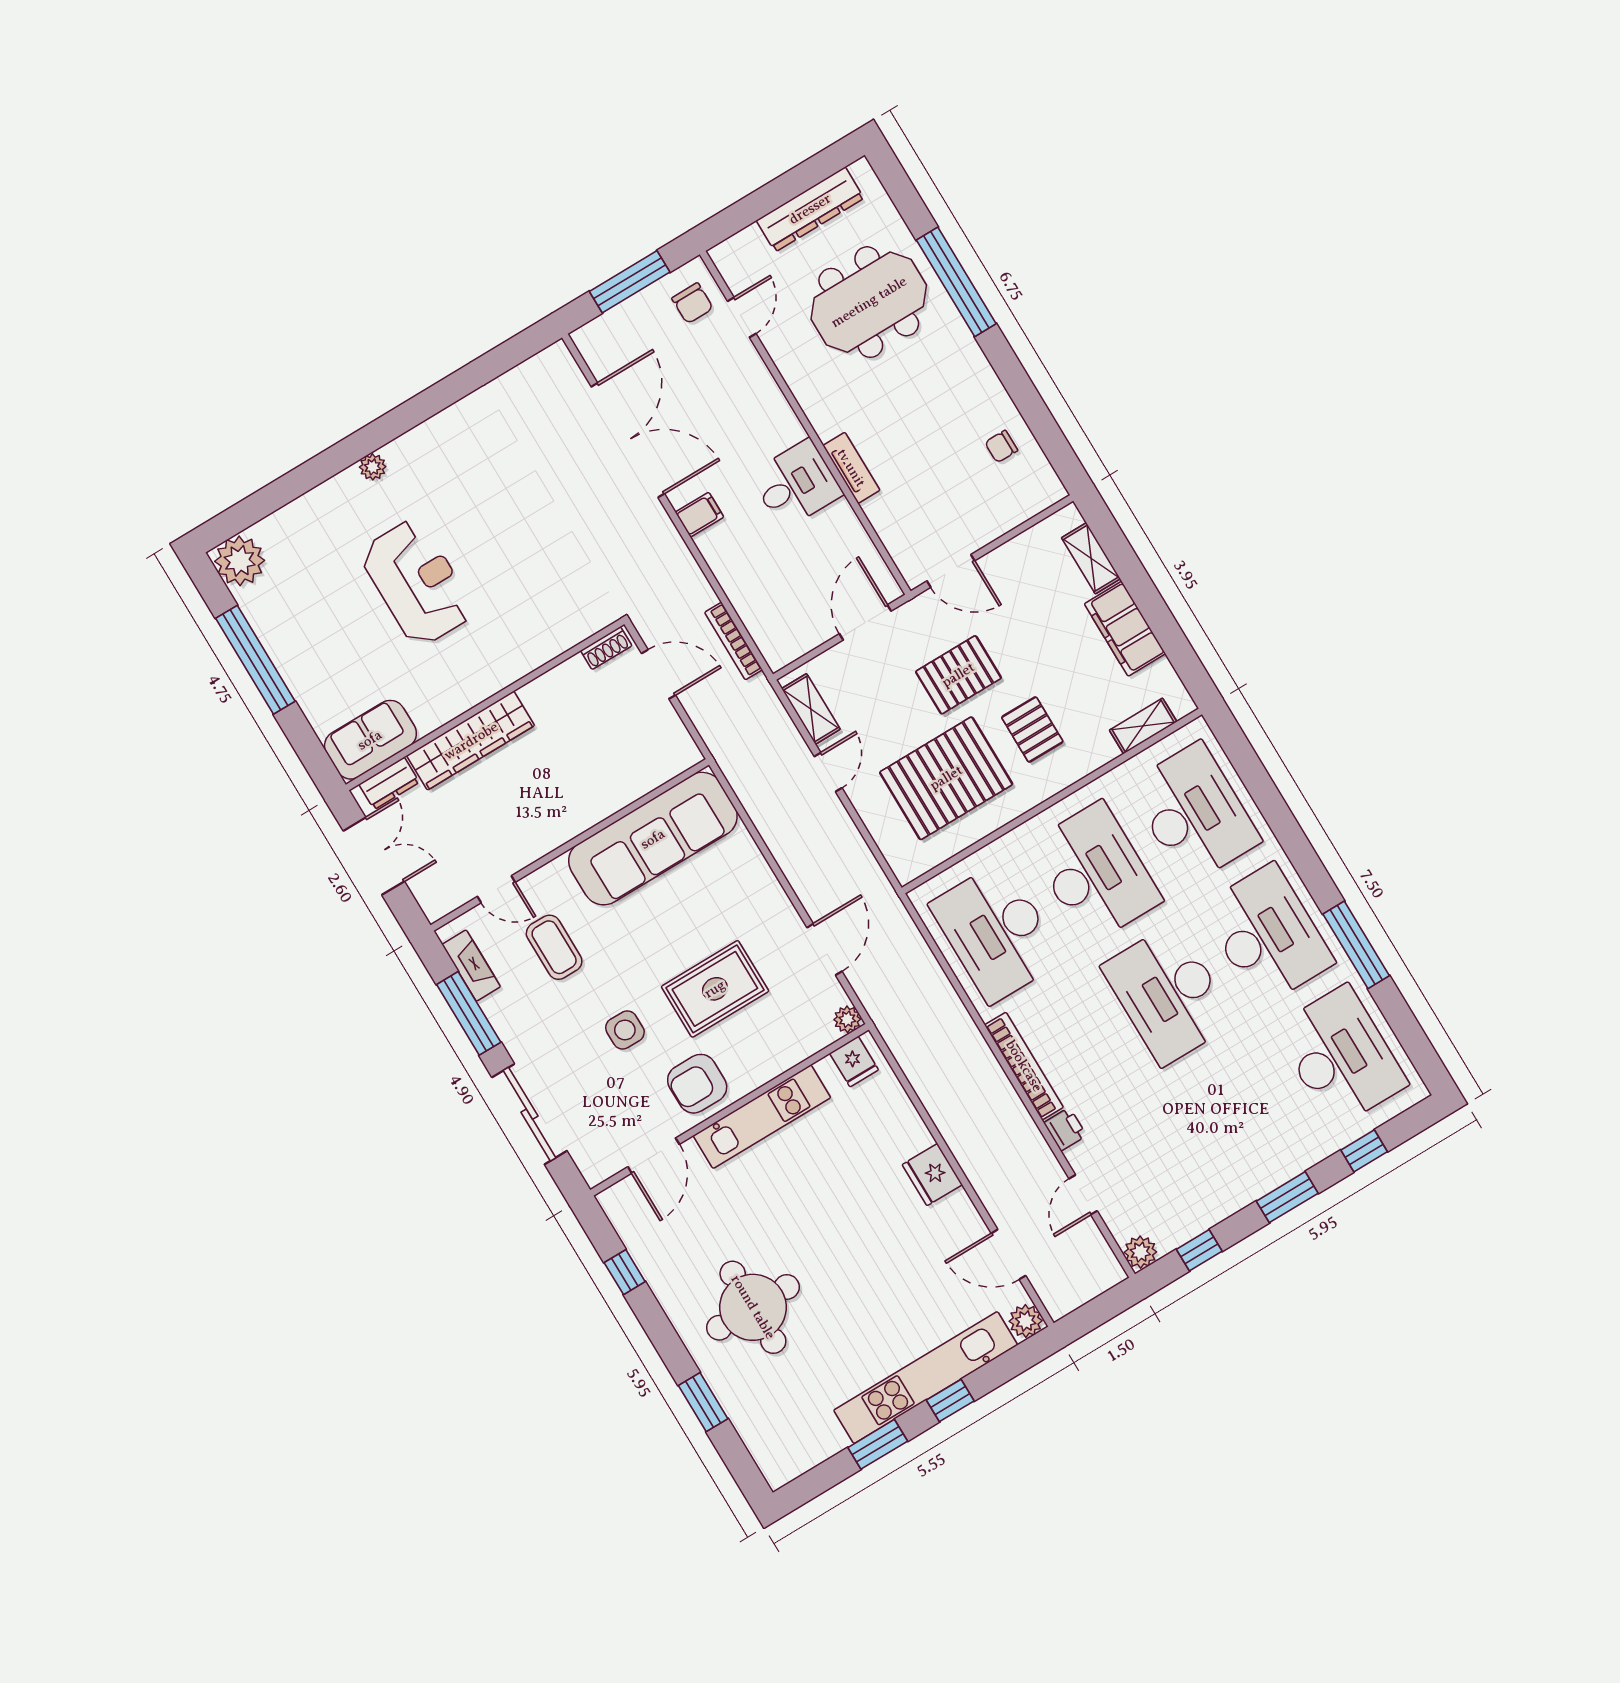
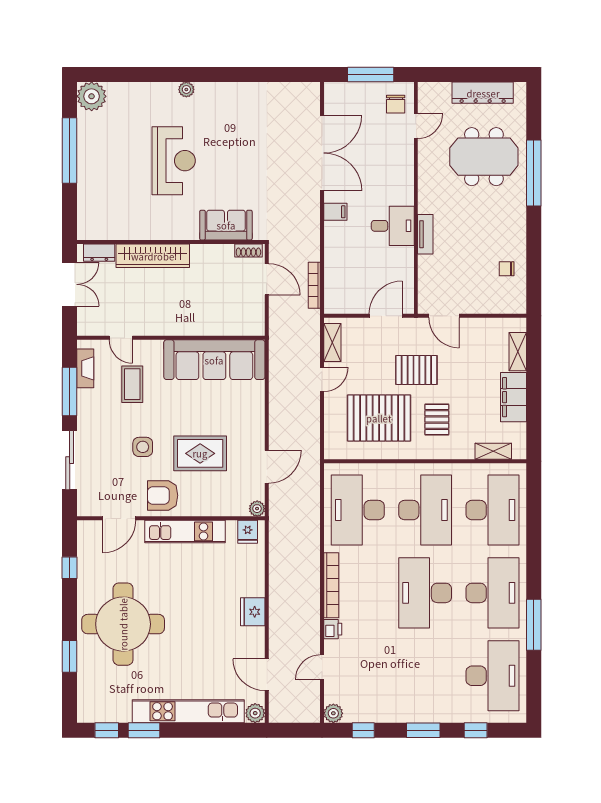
sofa: (370, 740) -> (226, 225), moved
round table: (753, 1307) -> (123, 624), width x1.36, depth x1.36
window: (950, 1400) -> (107, 730), moved

